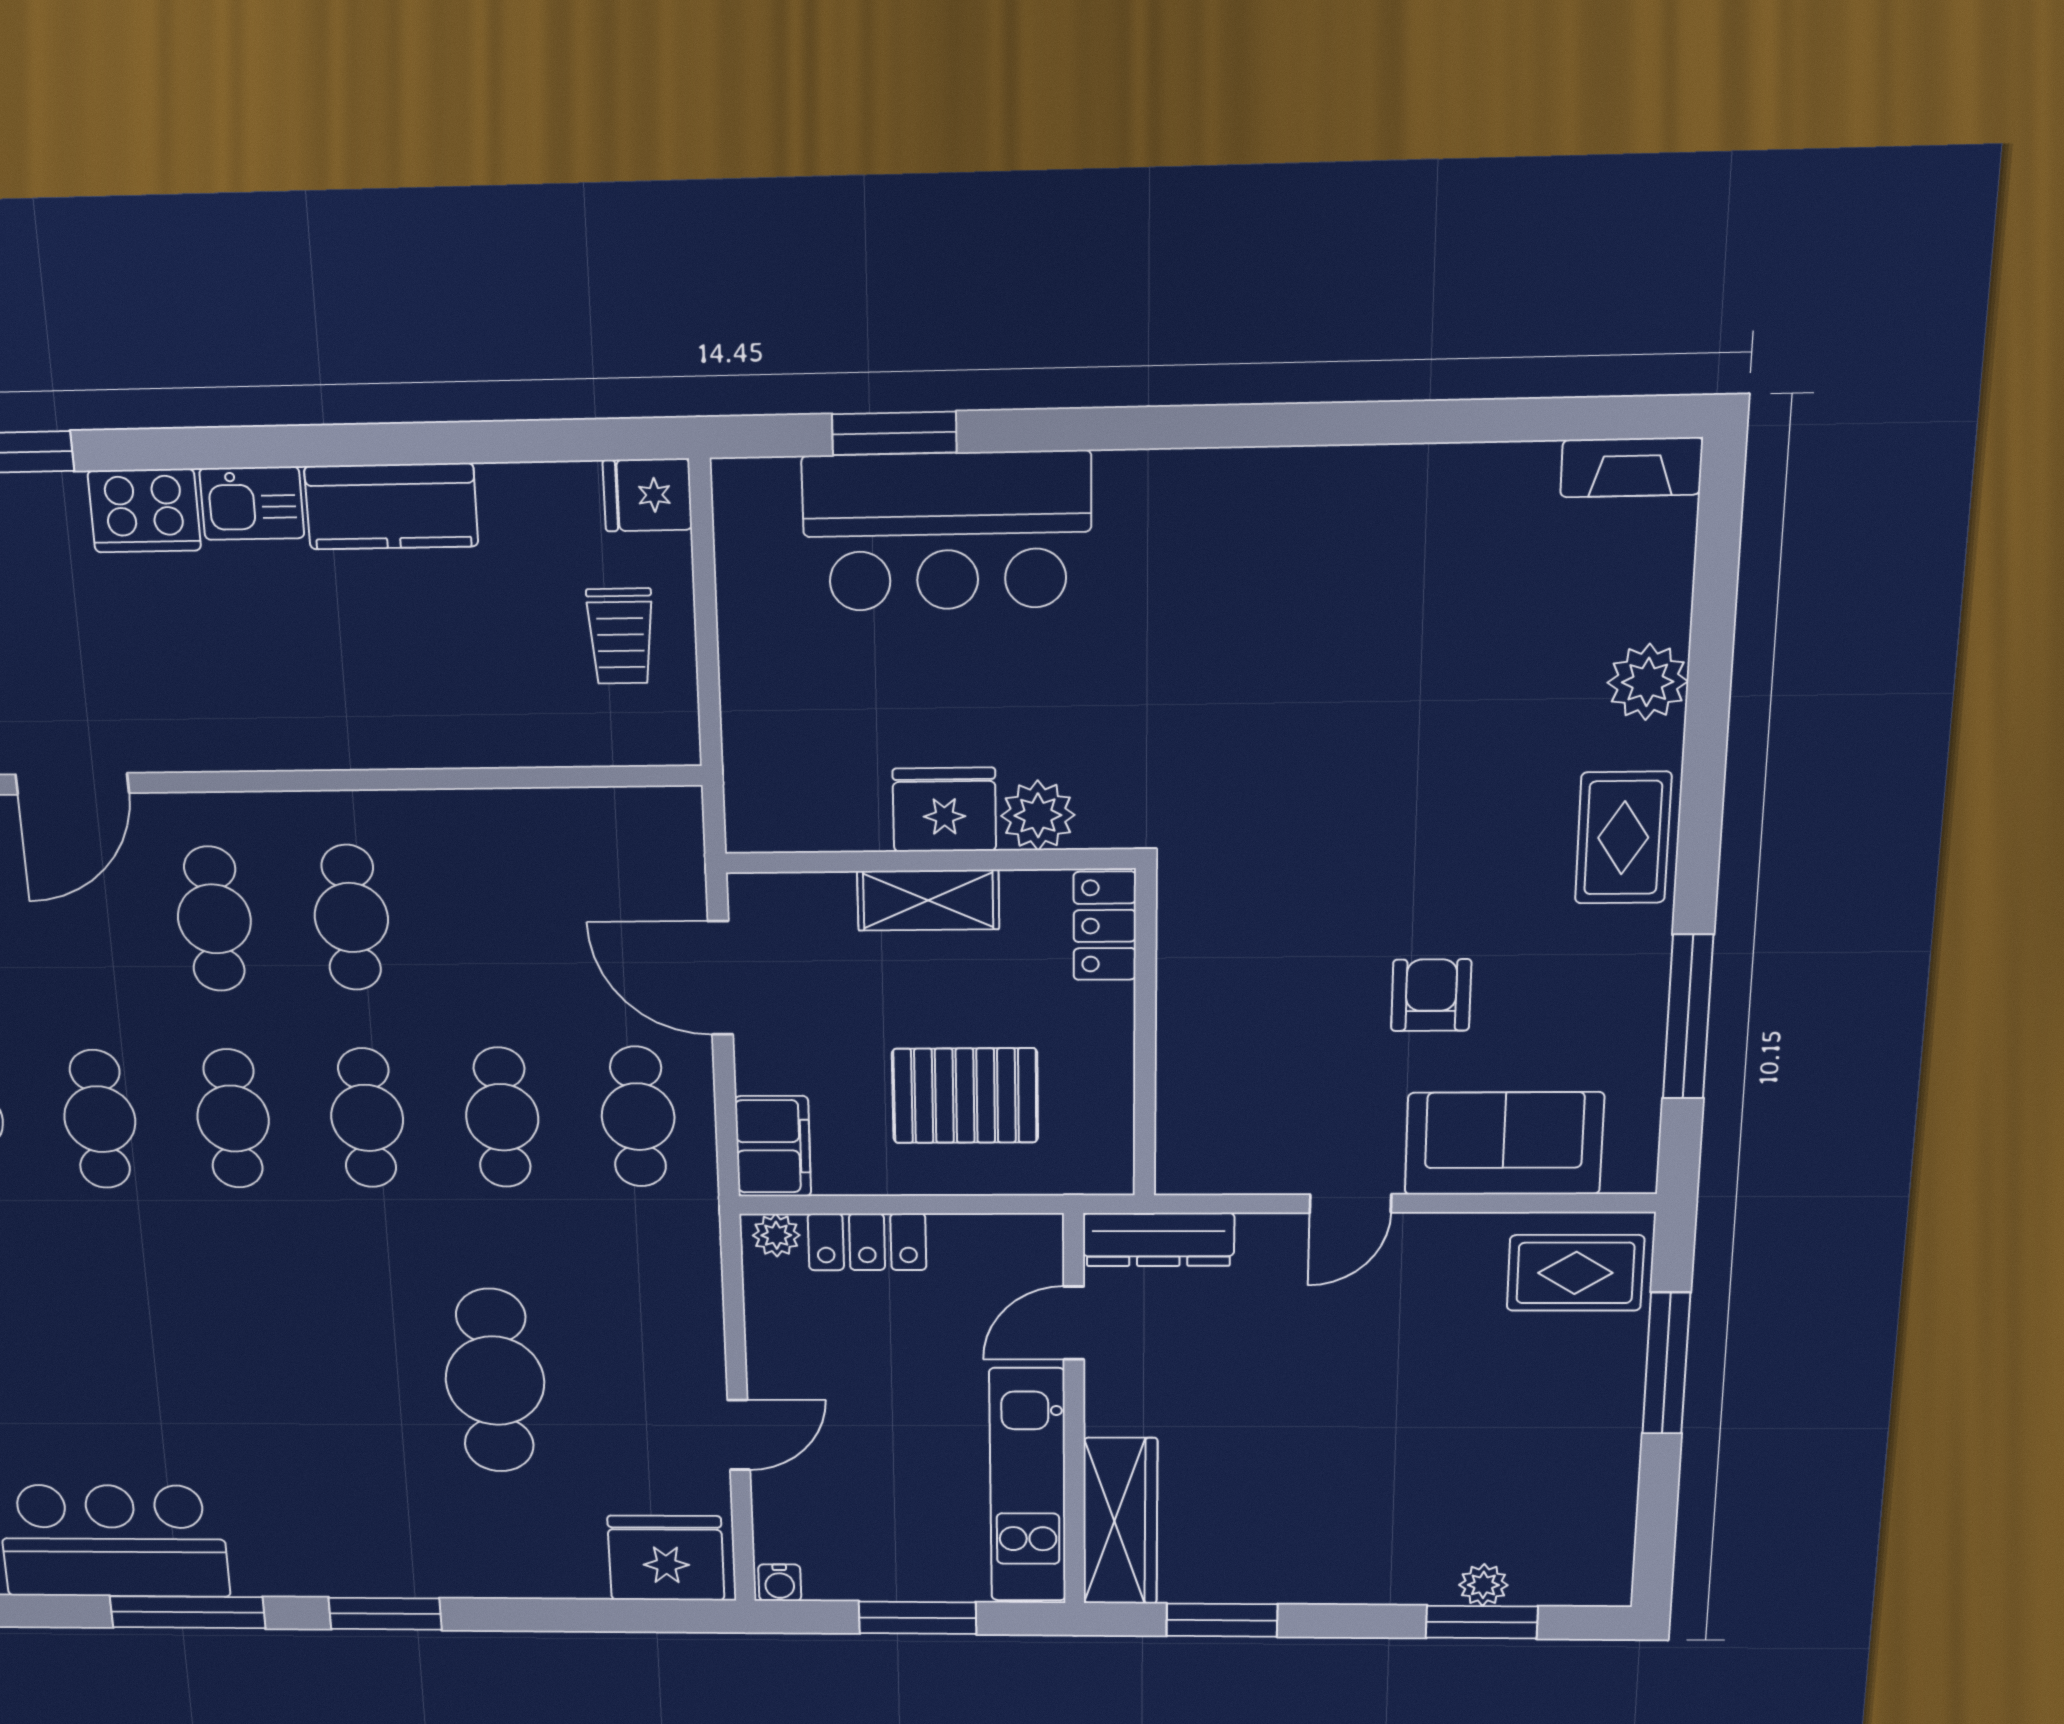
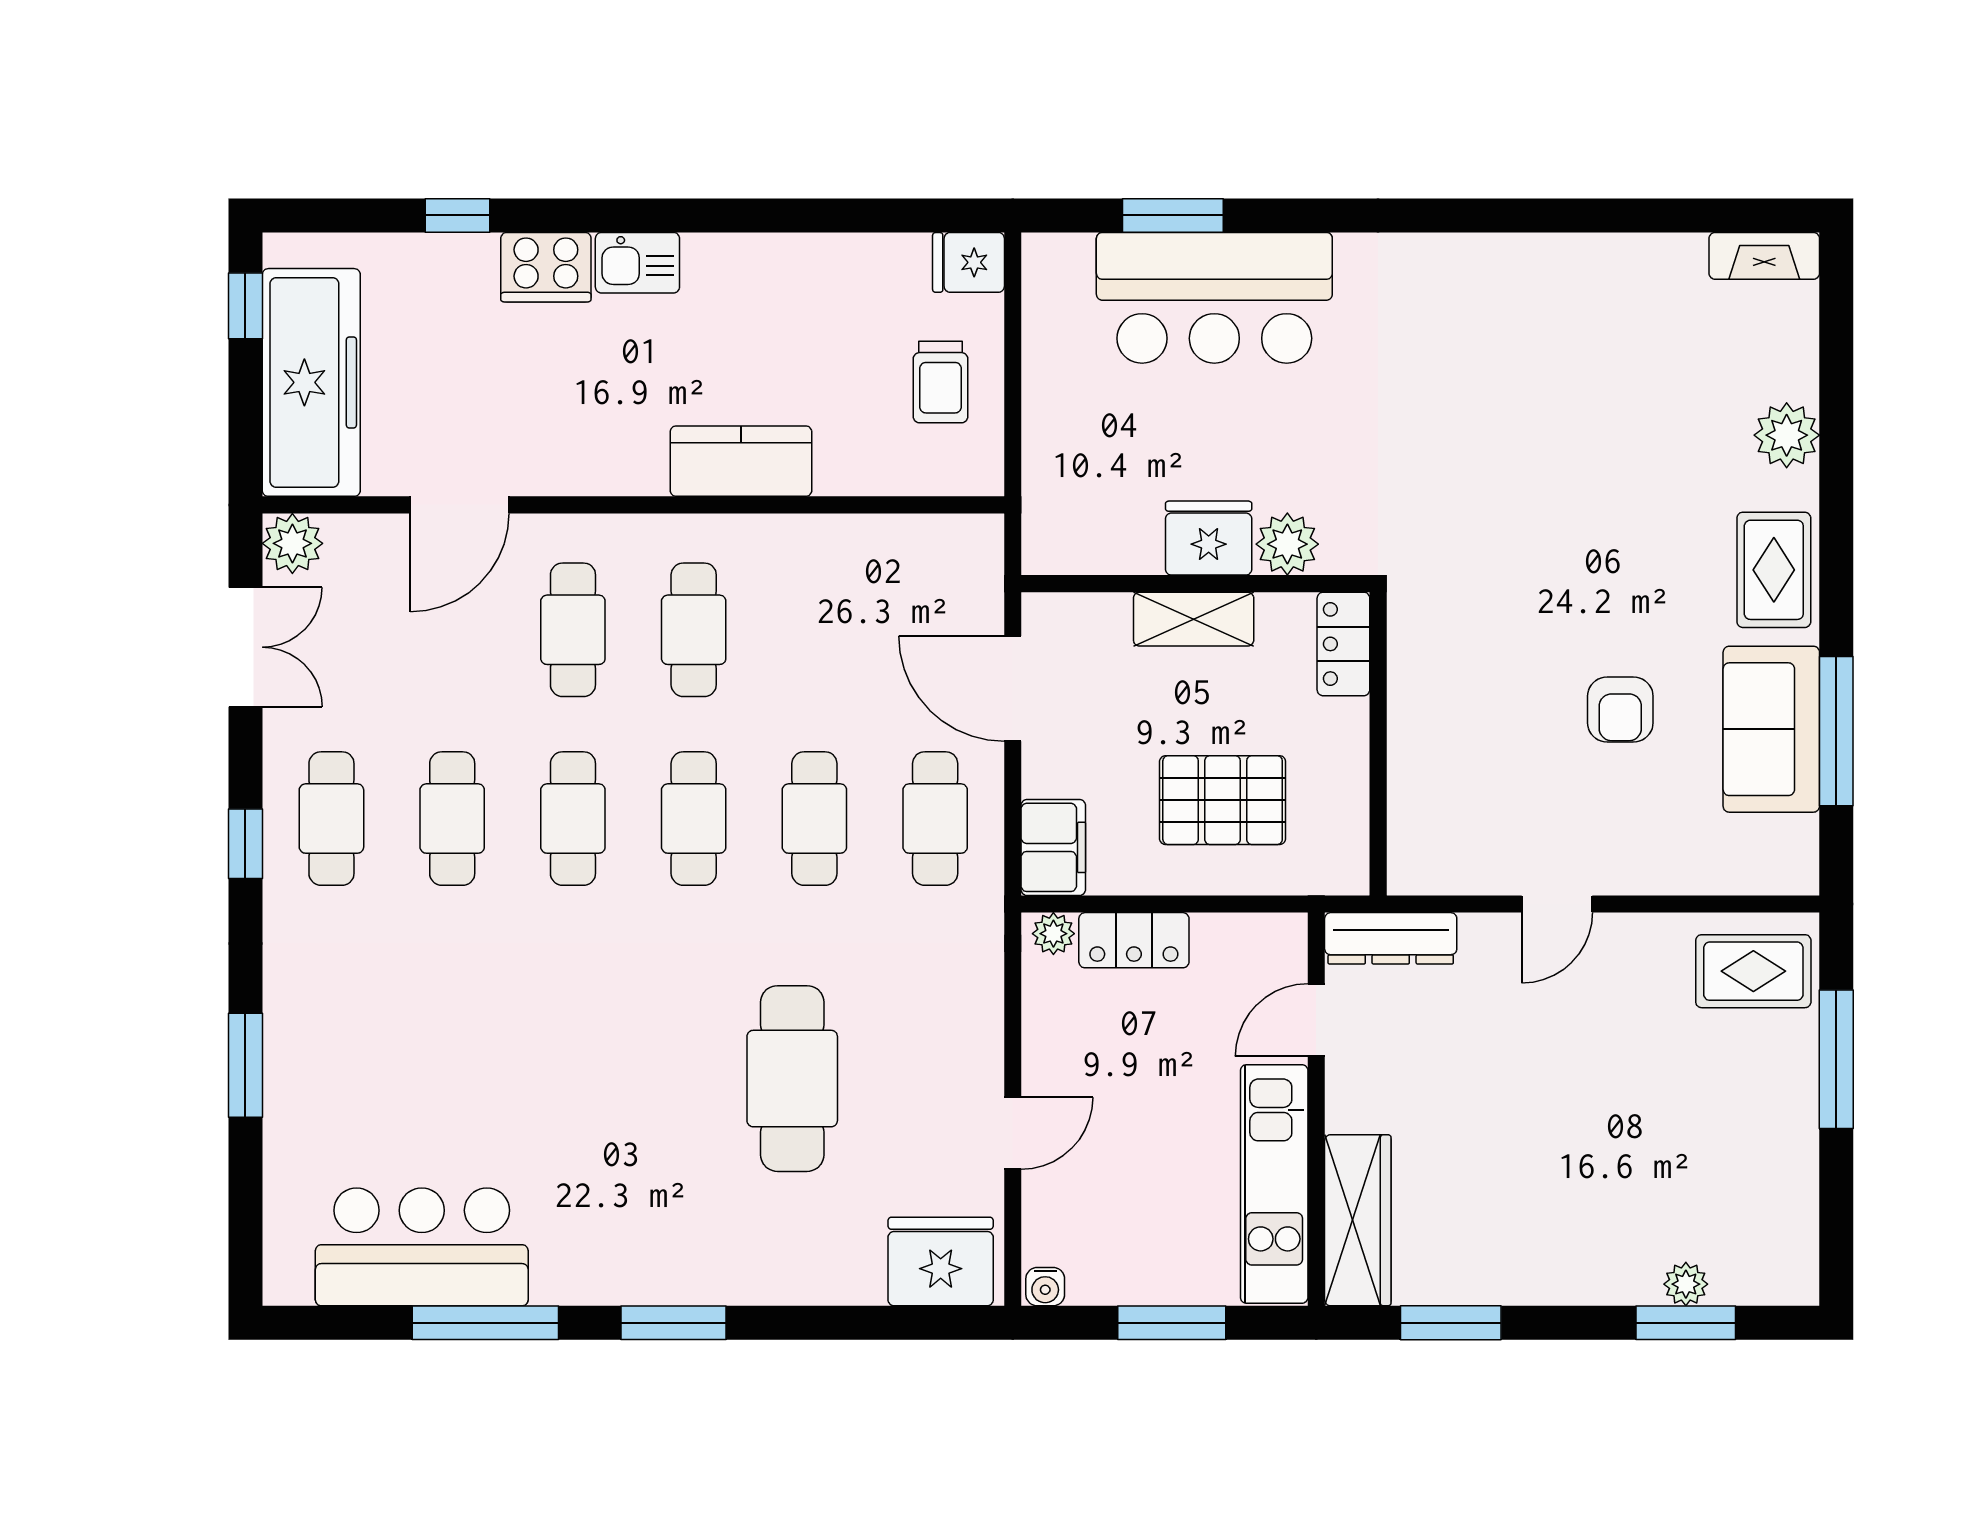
kitchen counter: (391, 506) -> (741, 461), moved, turned 180
armchair: (1431, 995) -> (1620, 709), turned 180
sofa: (1504, 1144) -> (1771, 729), moved, turned -90

